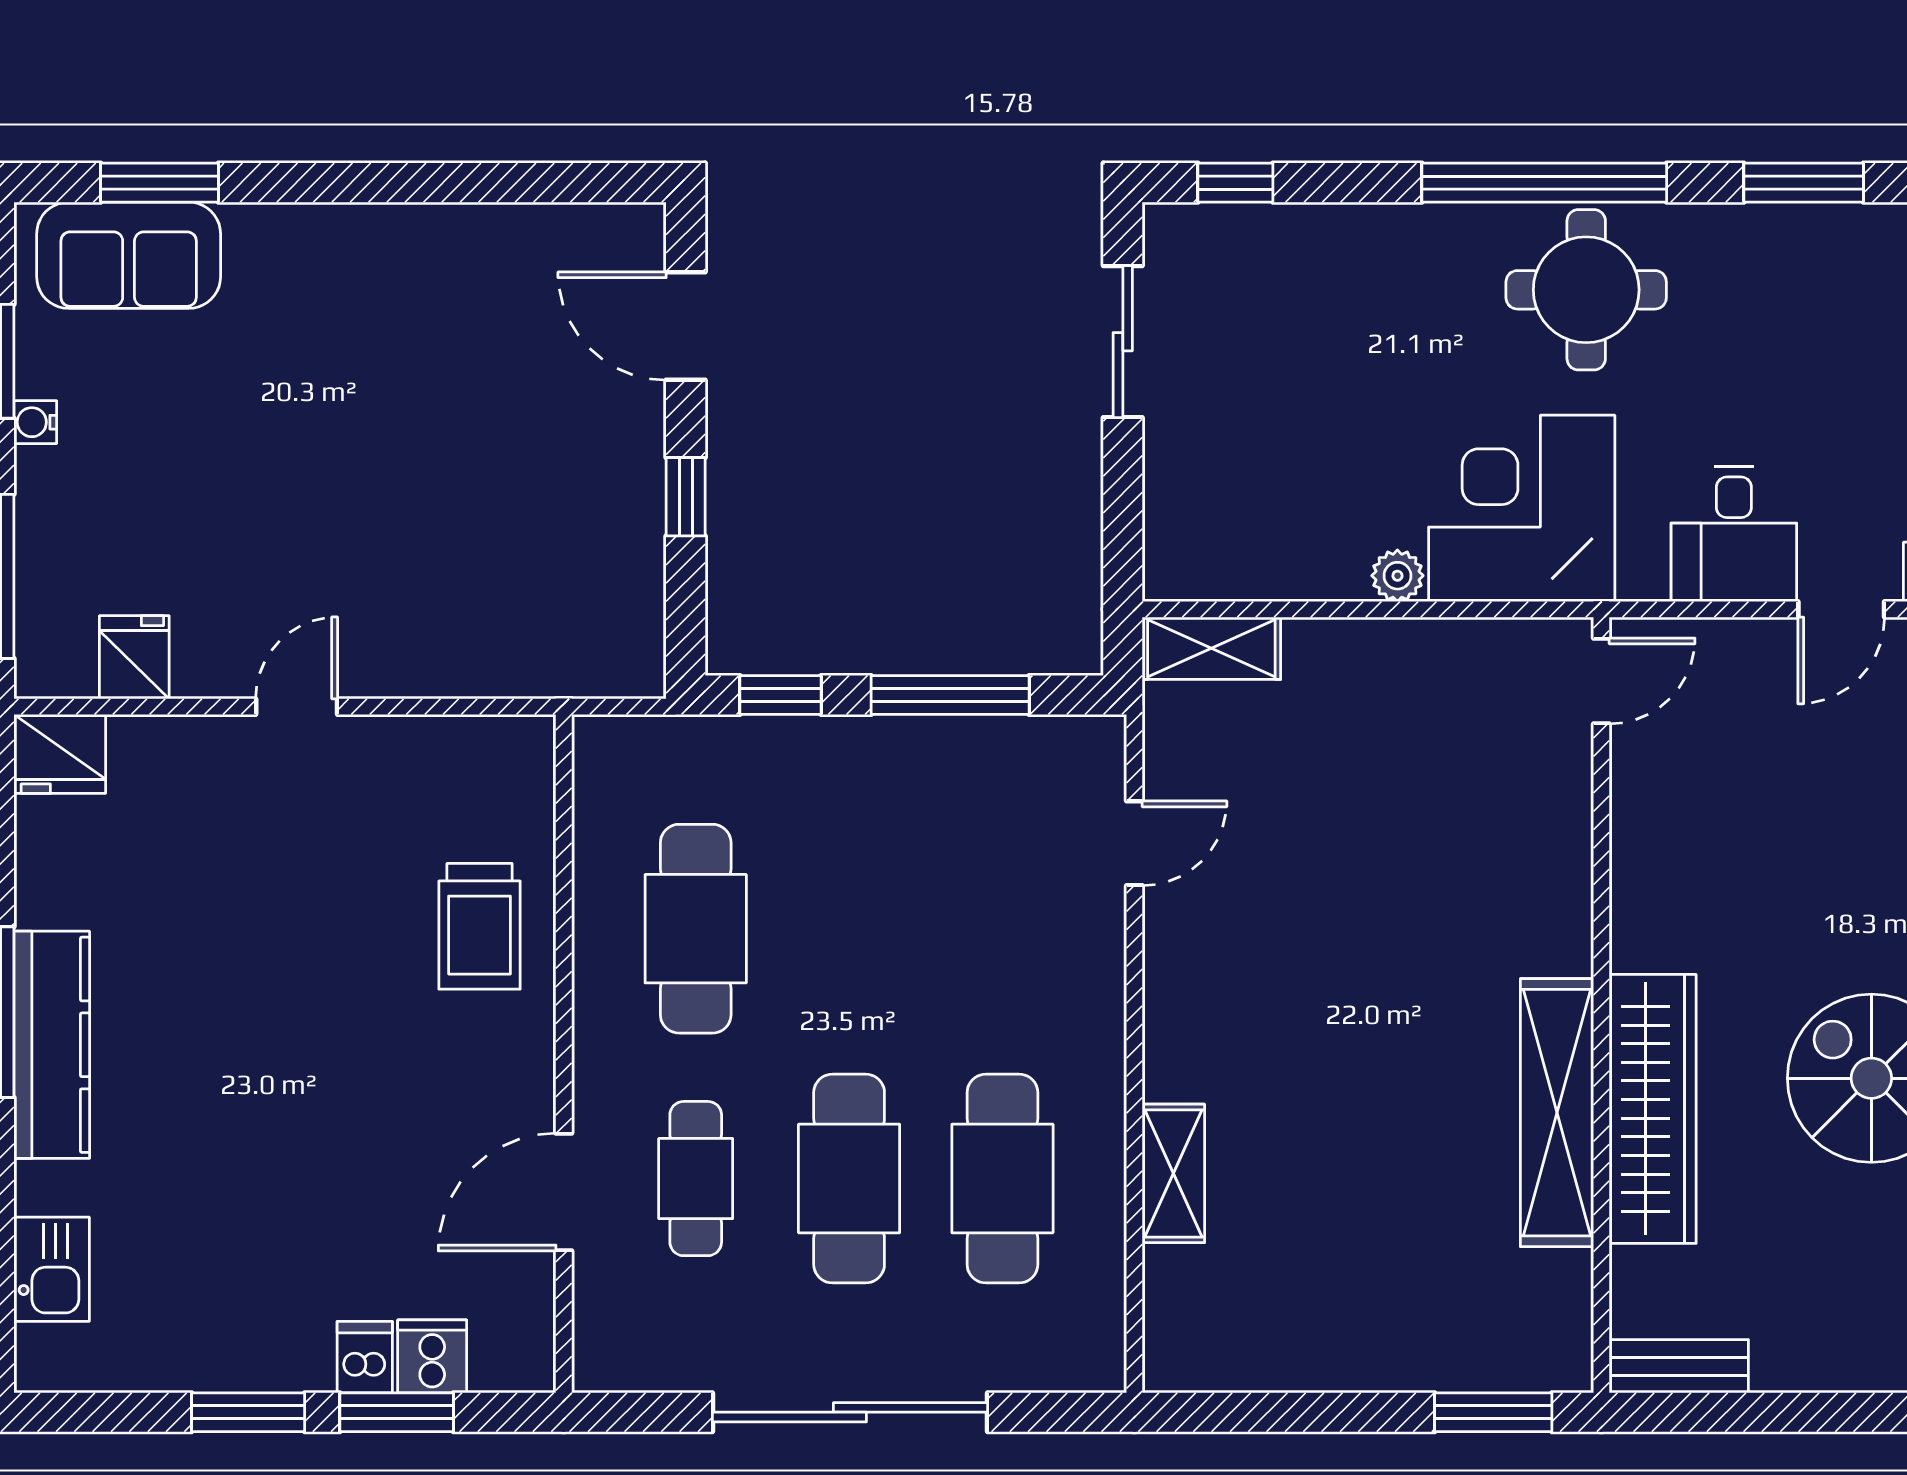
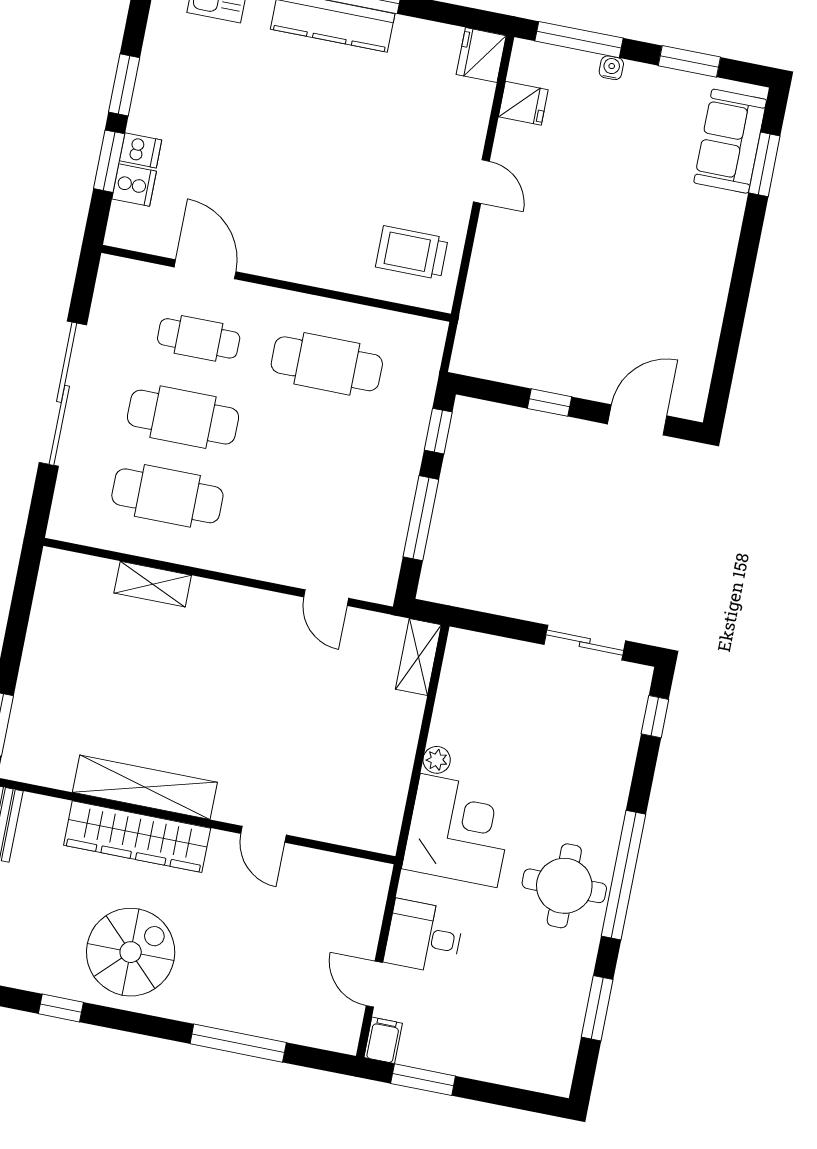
water cooler: (35, 422) -> (611, 68), moved
door: (1601, 681) -> (263, 834), moved
trolley: (479, 926) -> (412, 253), moved

